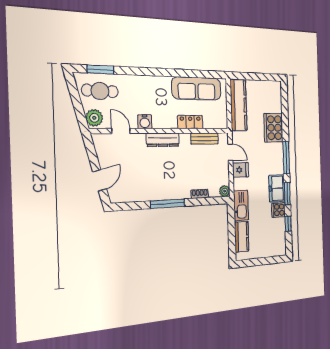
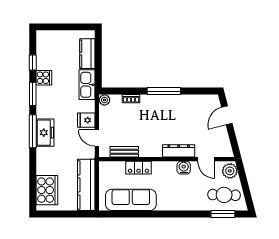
cooker: (273, 128) -> (47, 190), moved
dresser: (163, 140) -> (179, 151), moved
freezer: (277, 188) -> (45, 133), moved

